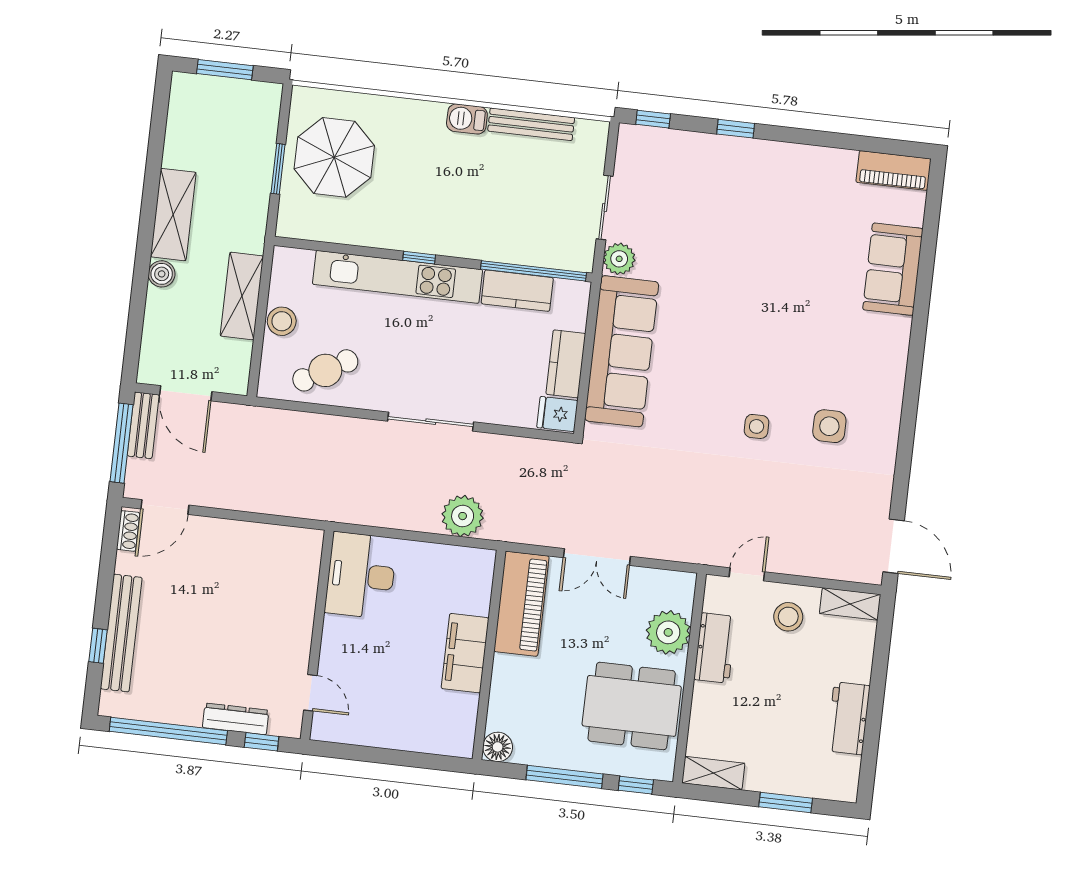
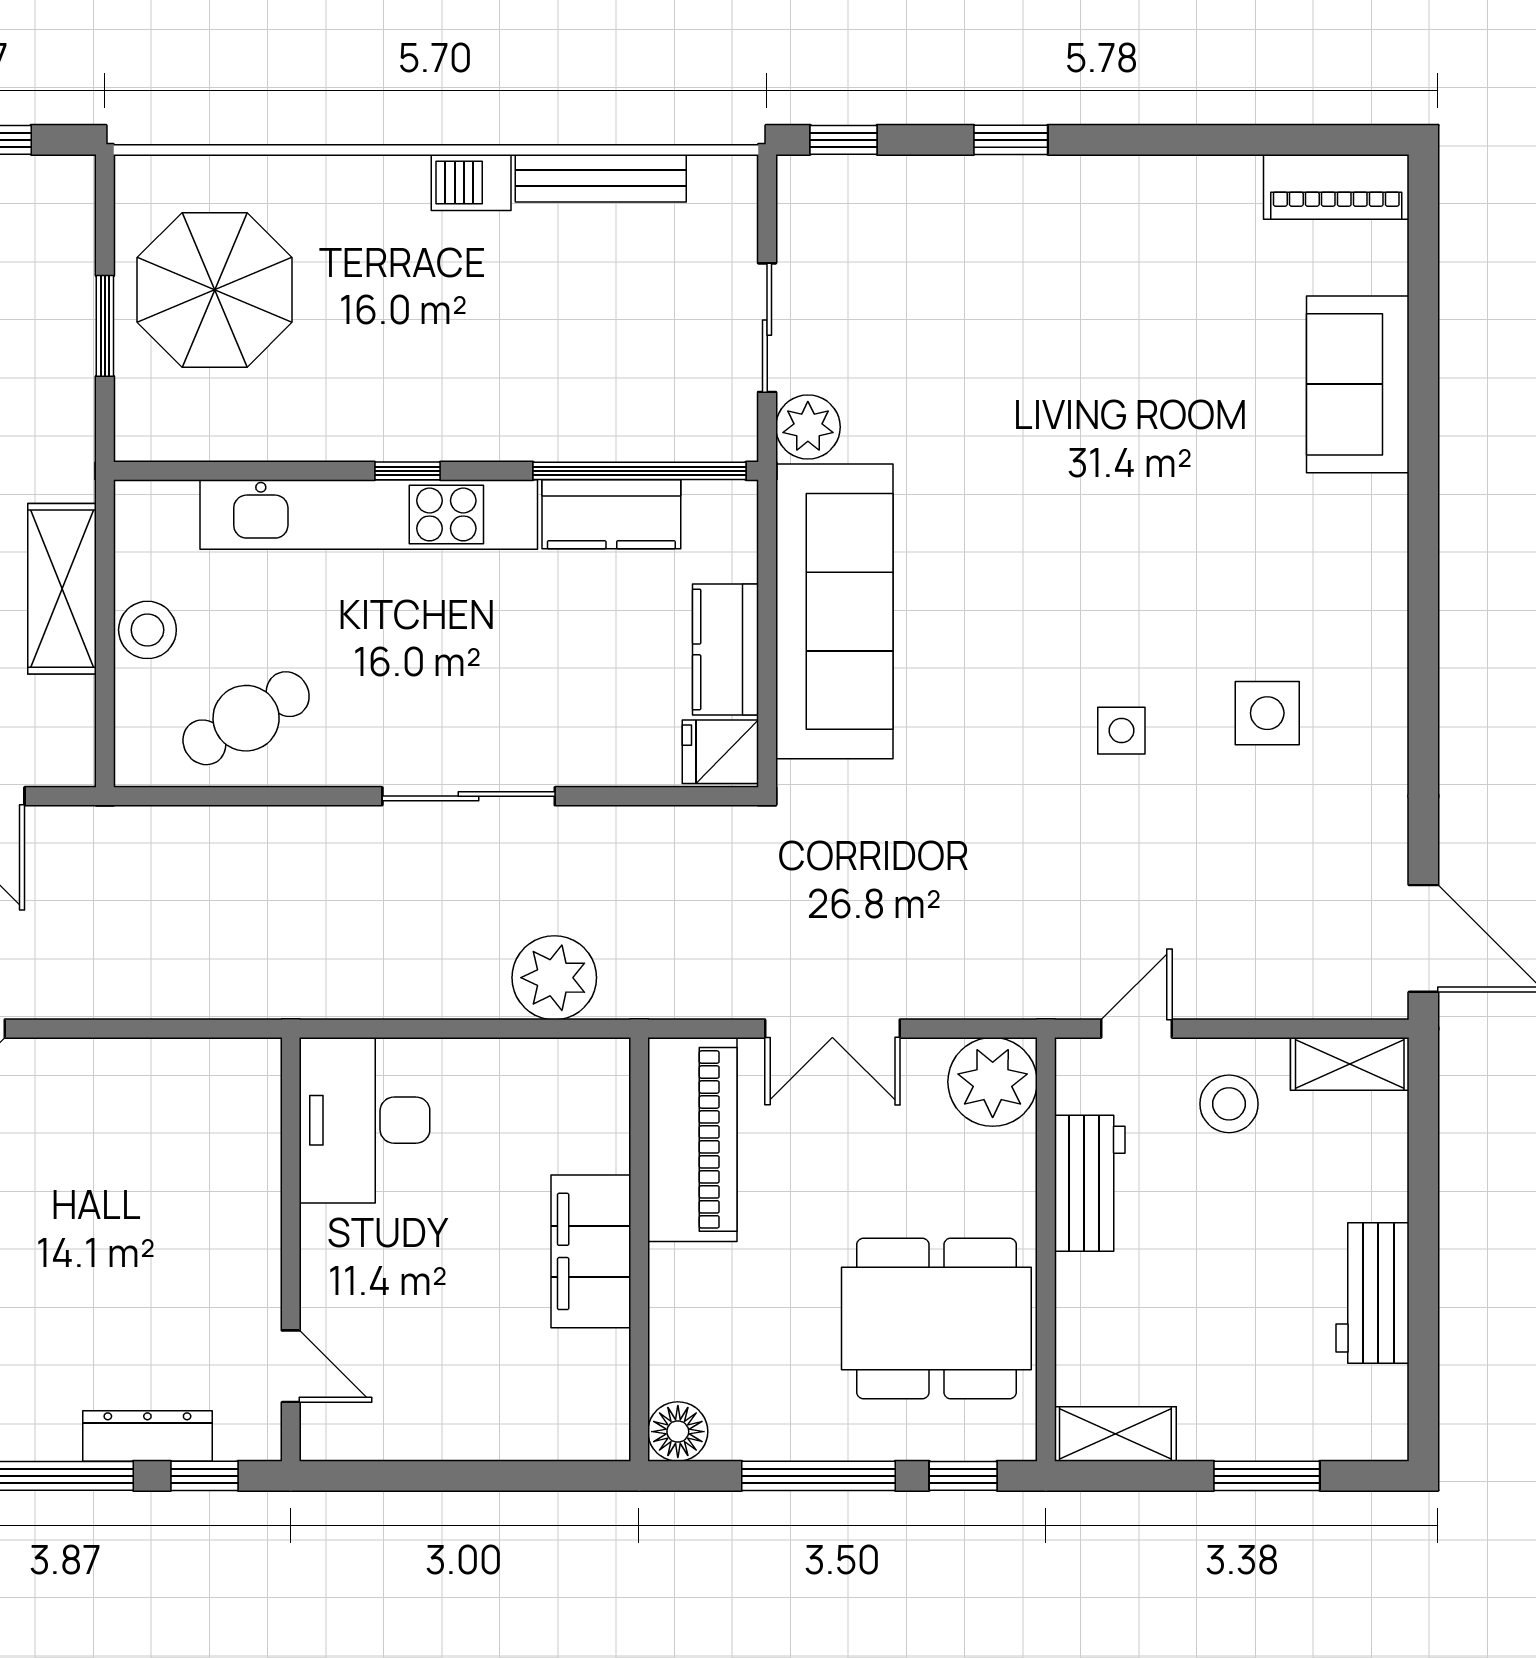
plant: (668, 632) -> (993, 1082), moved

